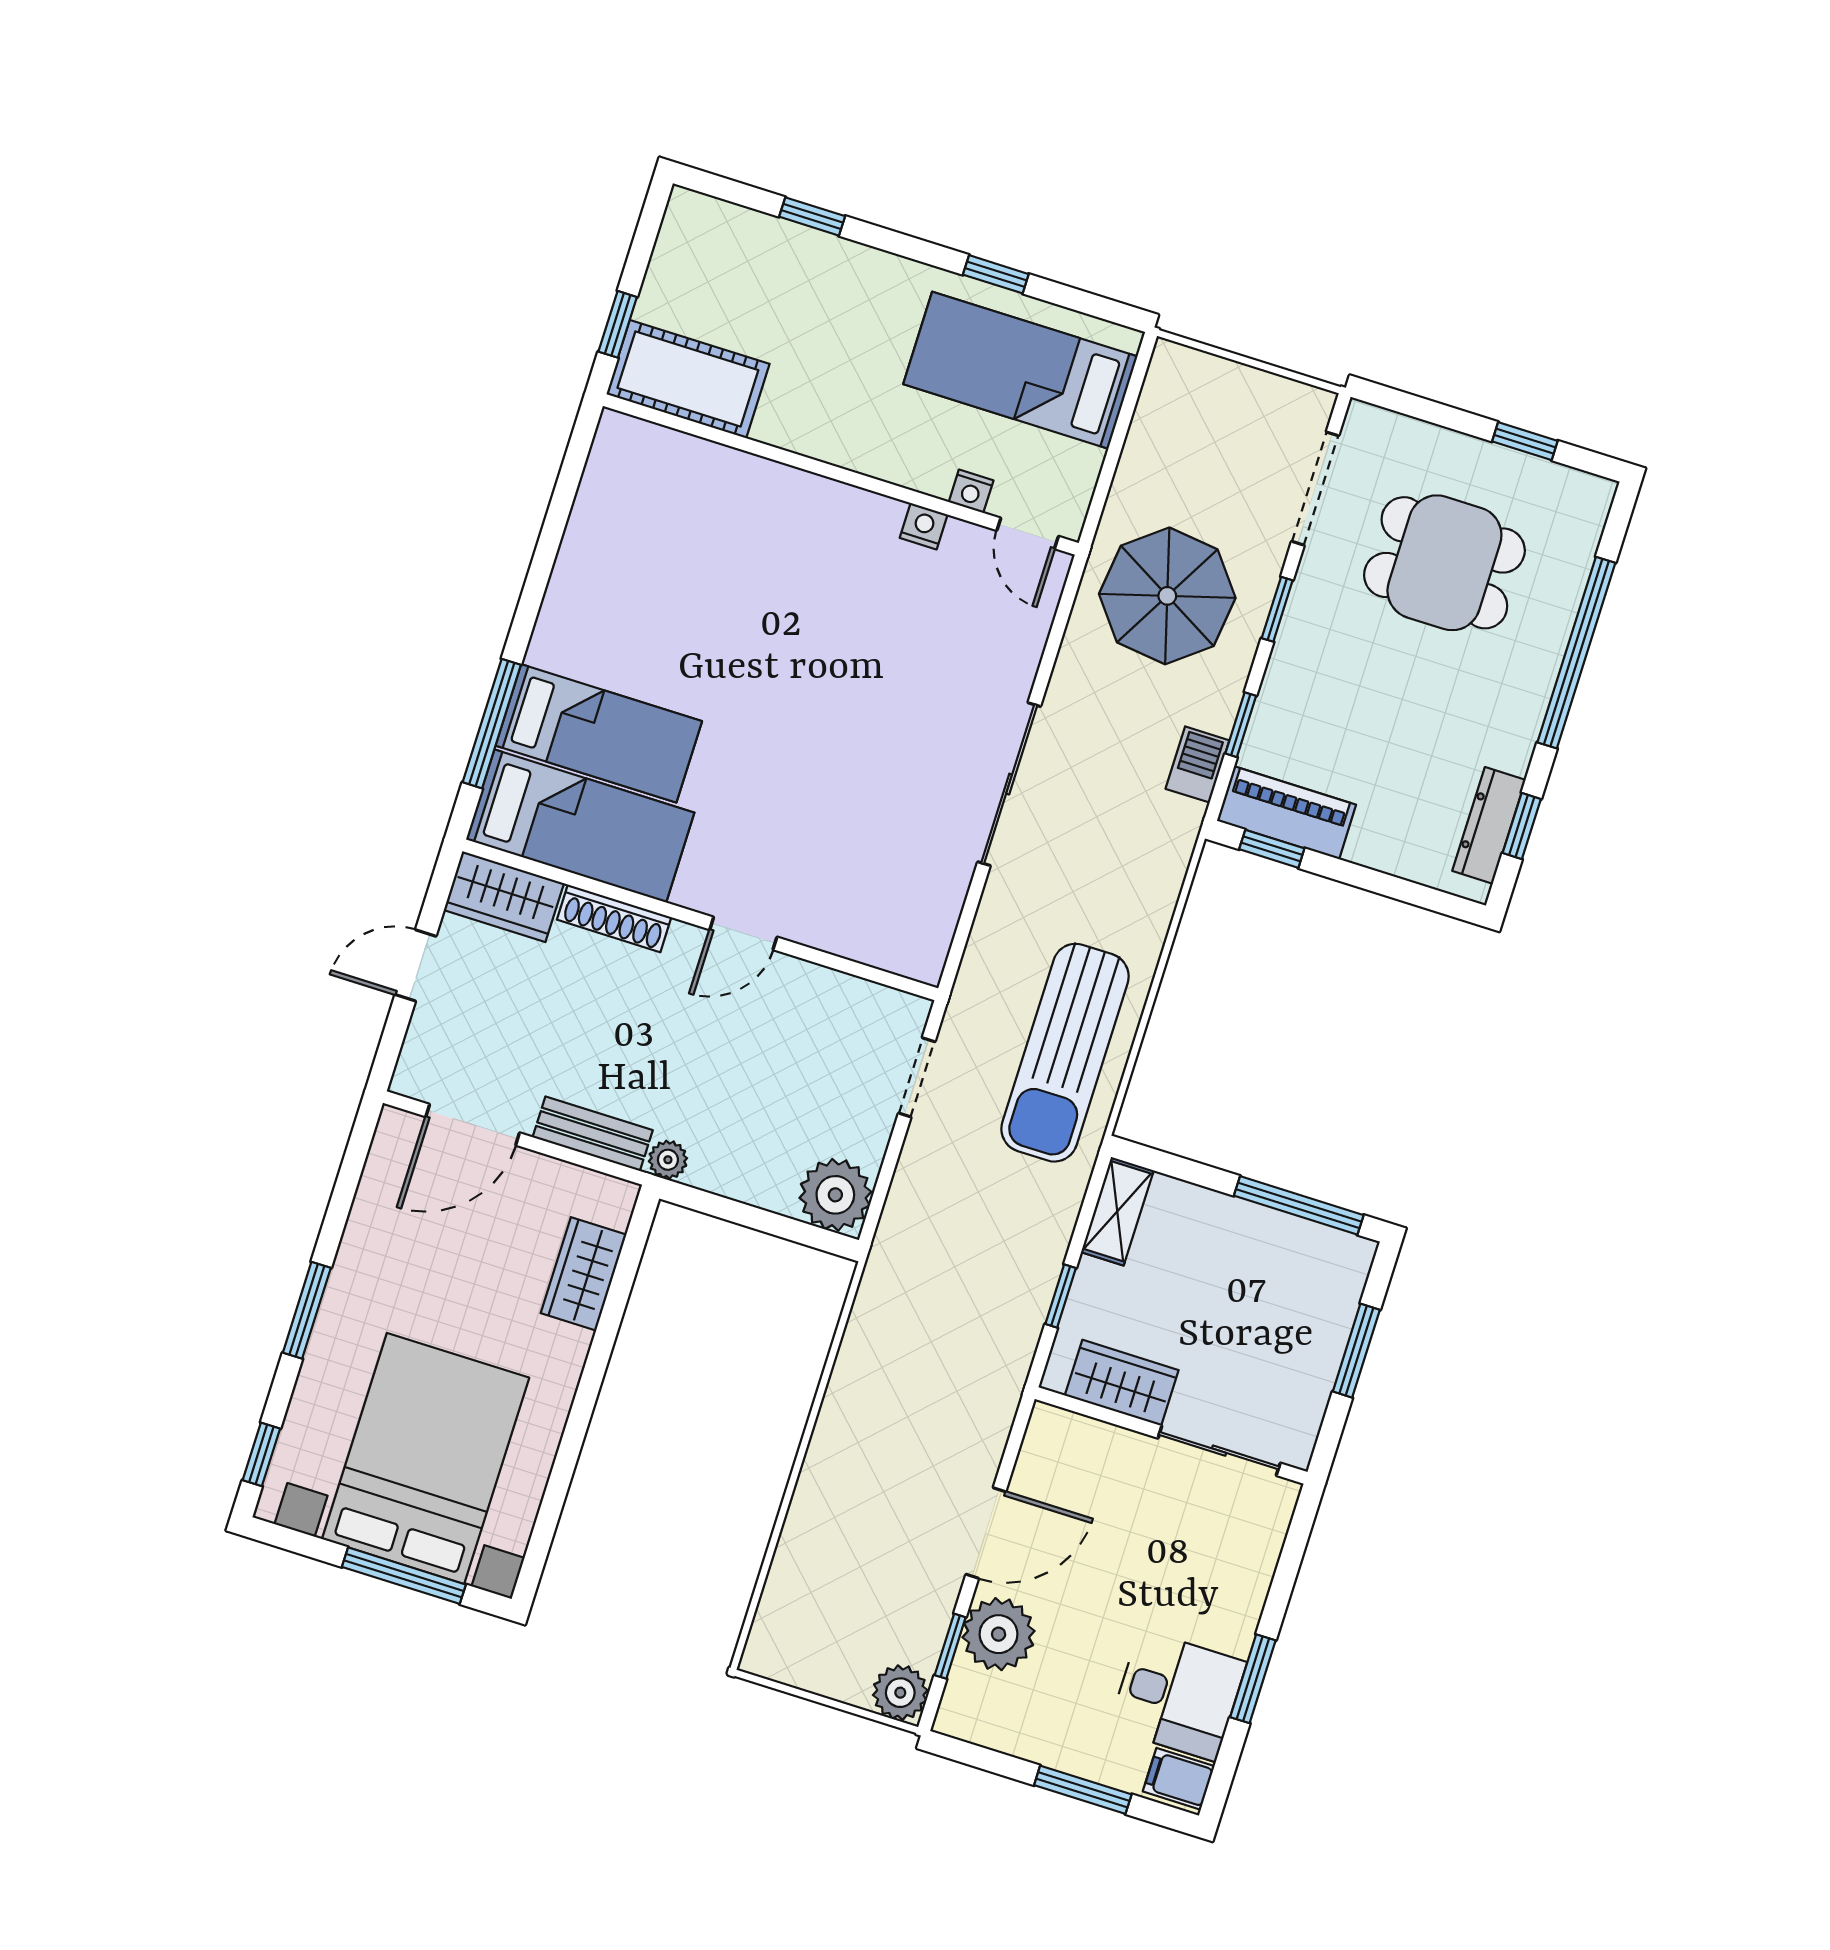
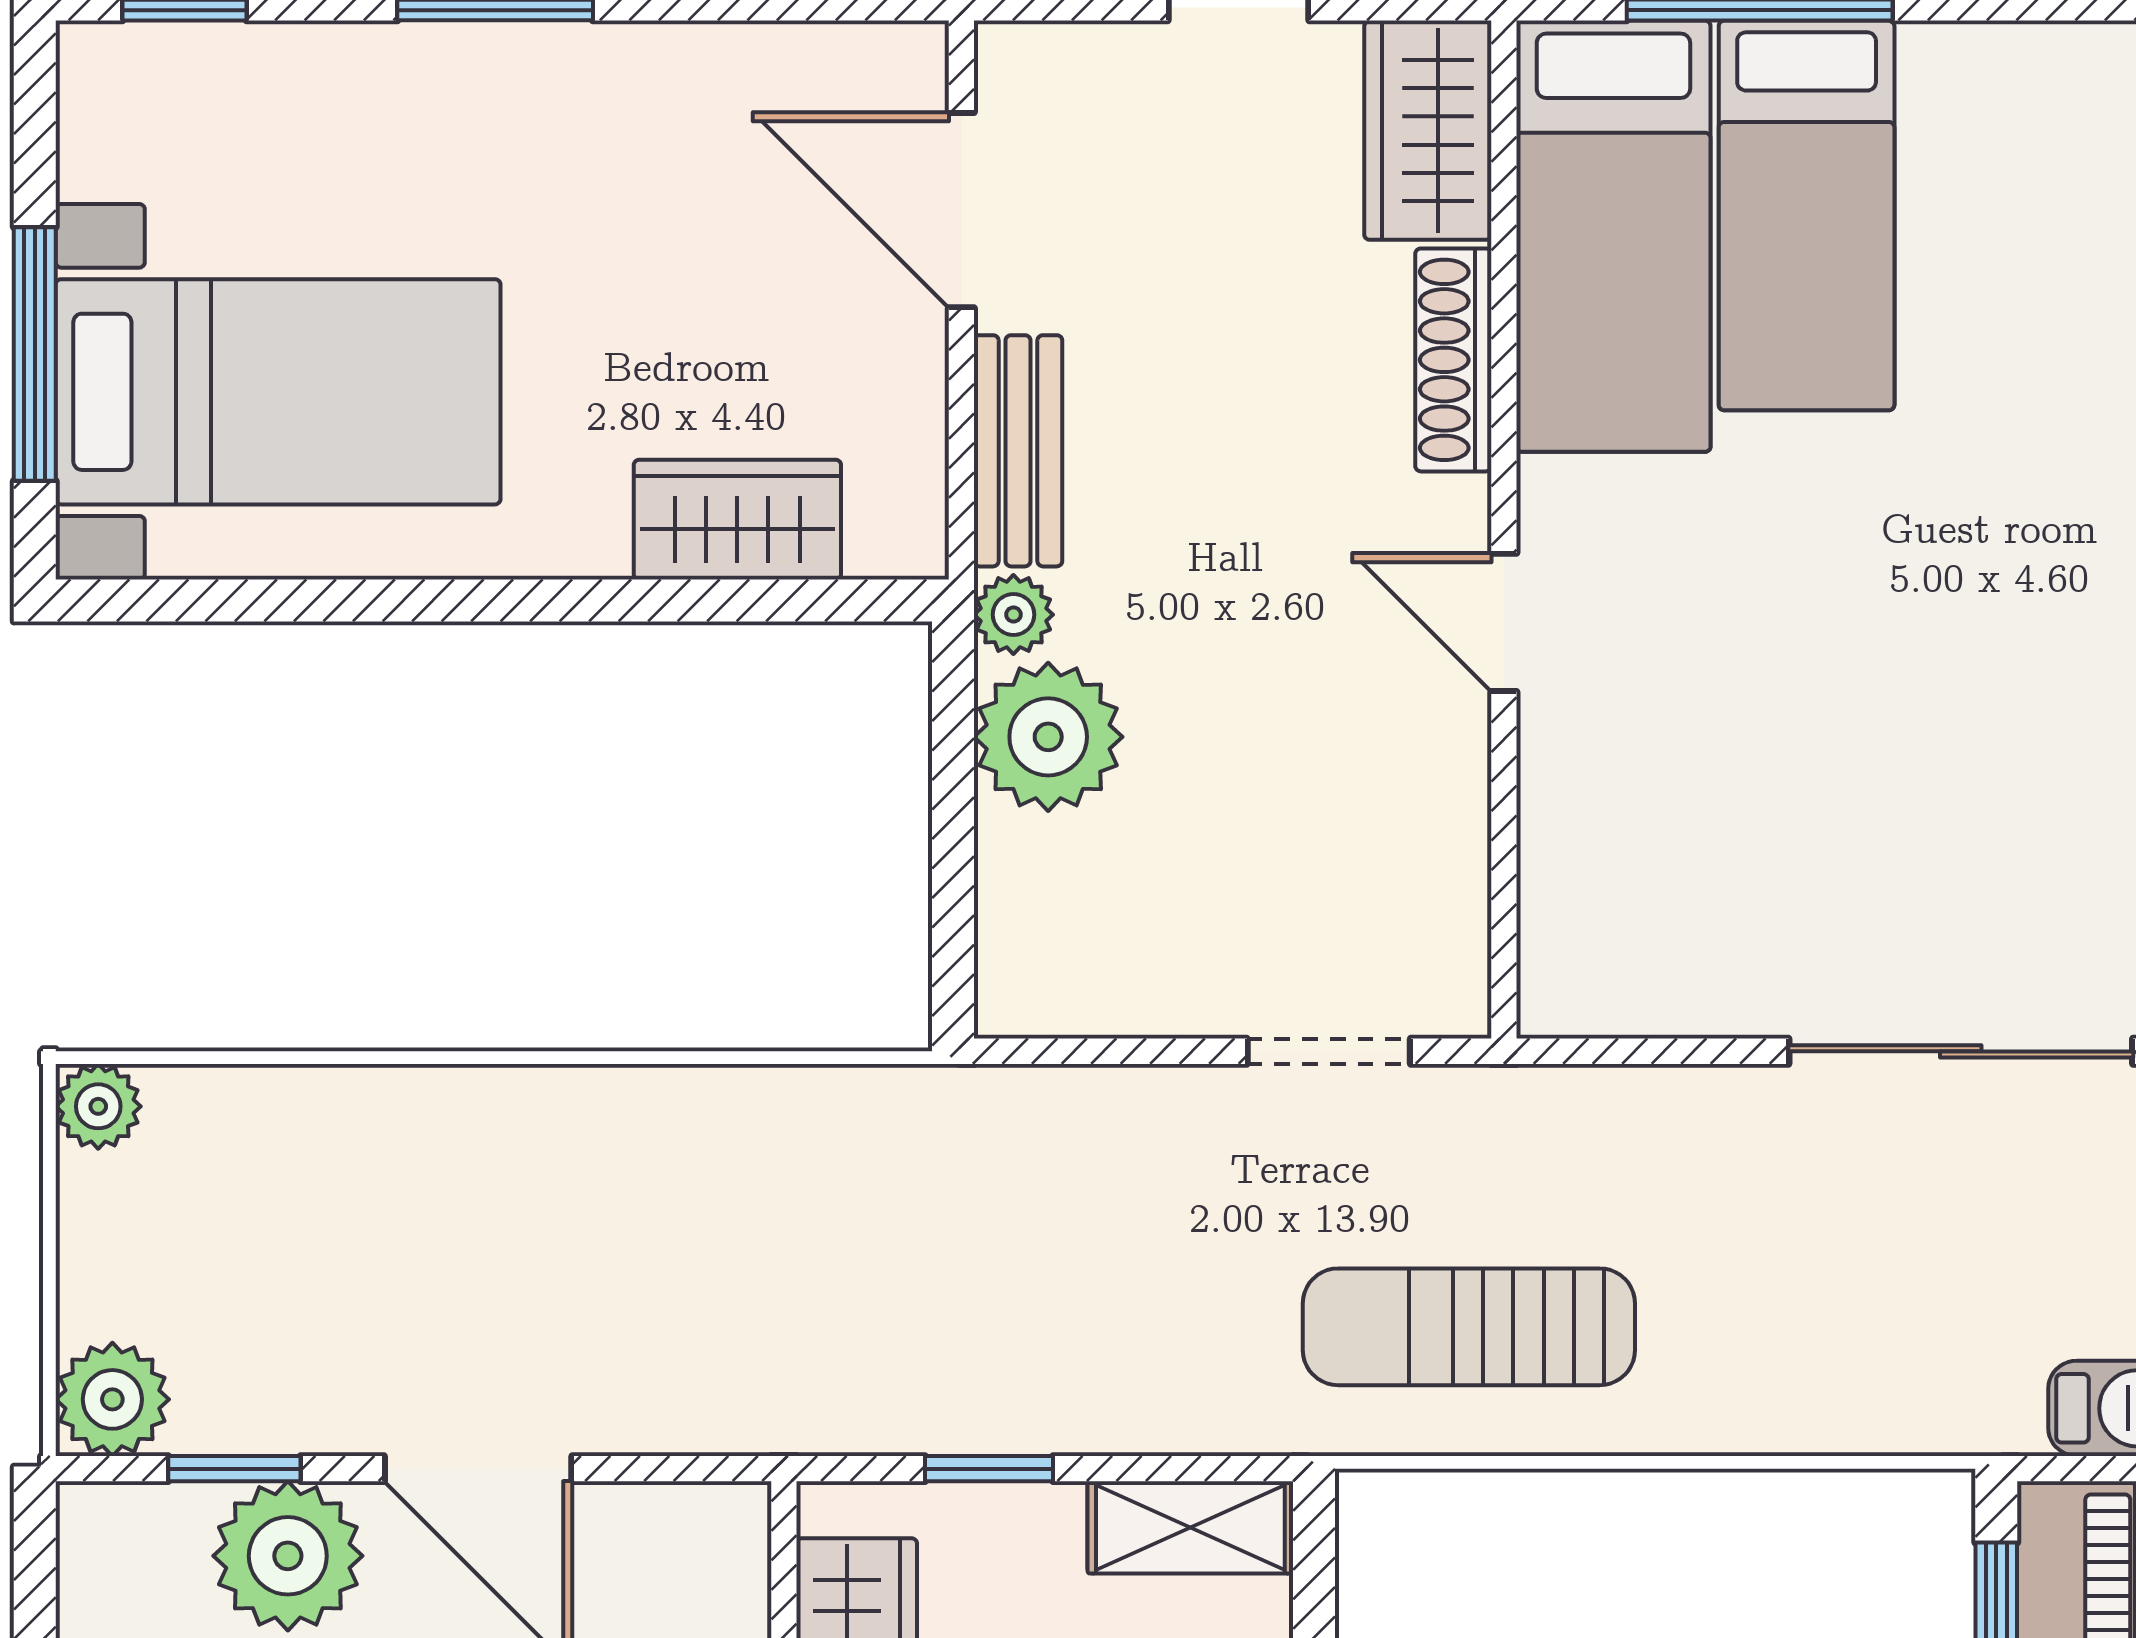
sun lounger: (1065, 1053) -> (1469, 1327), width x0.73, depth x0.75
plant: (835, 1195) -> (1048, 737), moved
bed with nightstands: (426, 1458) -> (278, 392), width x0.73
plant: (762, 1656) -> (98, 1106), added

